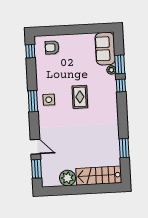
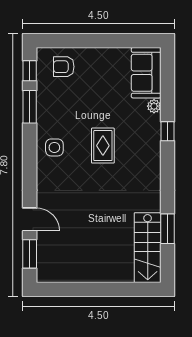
window: (120, 64) -> (167, 98), removed
window: (33, 101) -> (30, 107), moved
stairs: (99, 176) -> (148, 248), moved, turned -90
plant: (67, 178) -> (77, 270), removed

